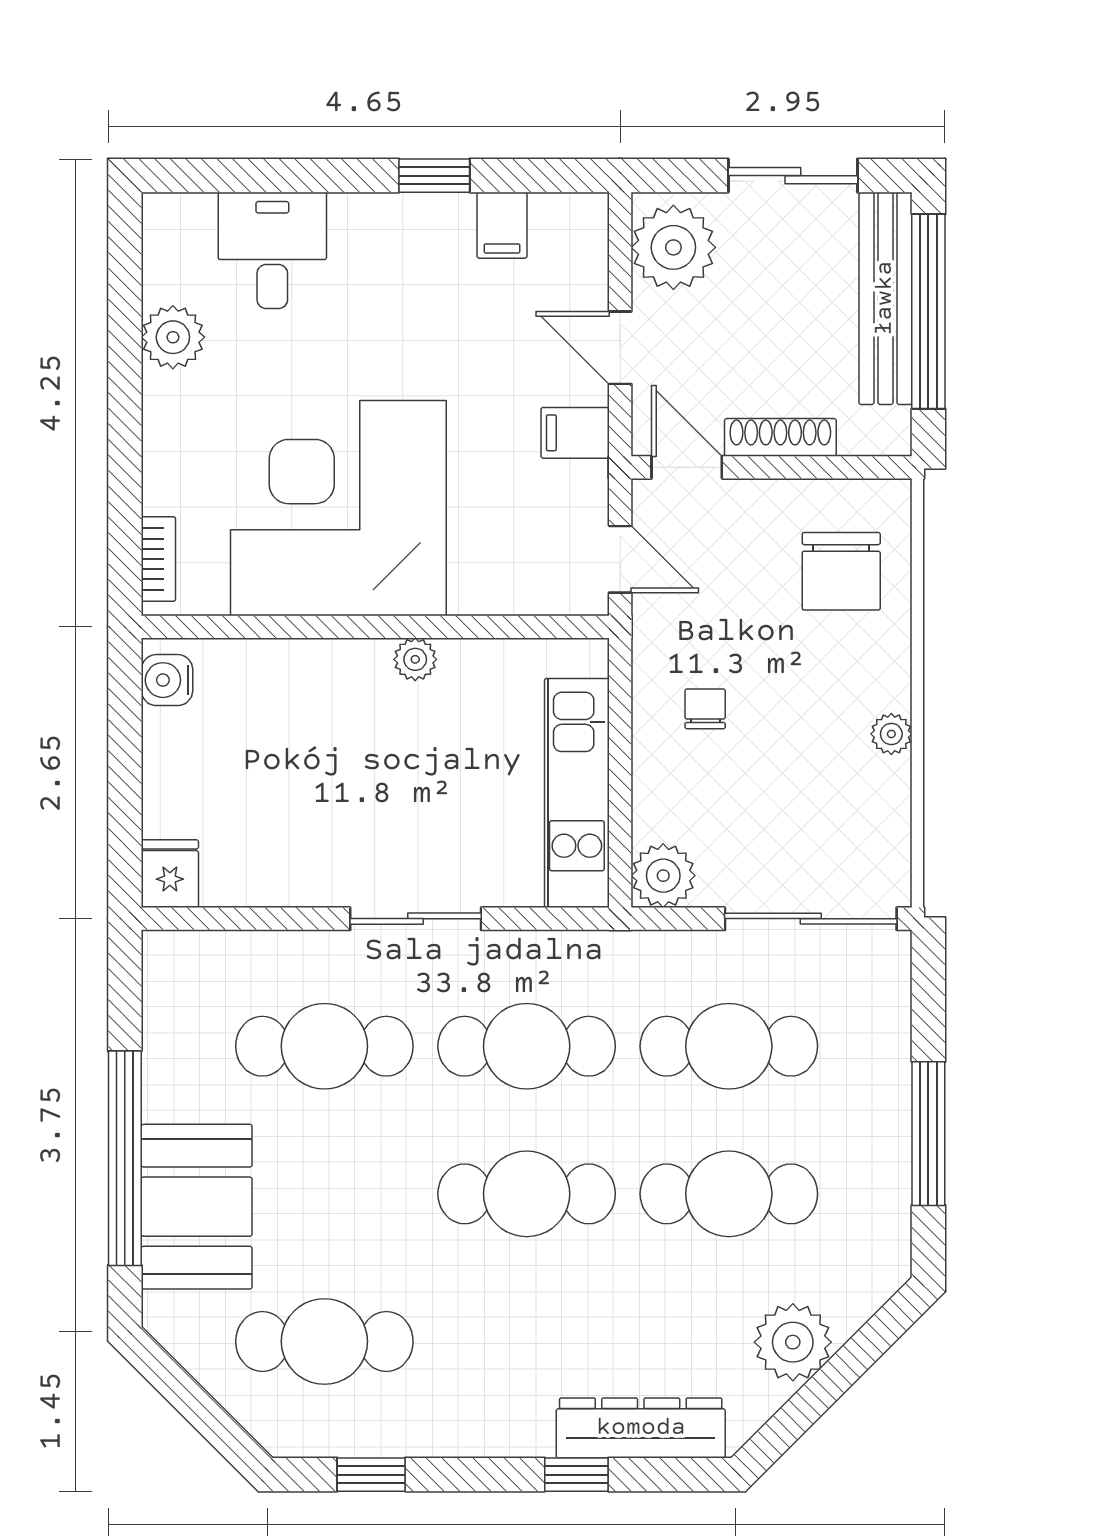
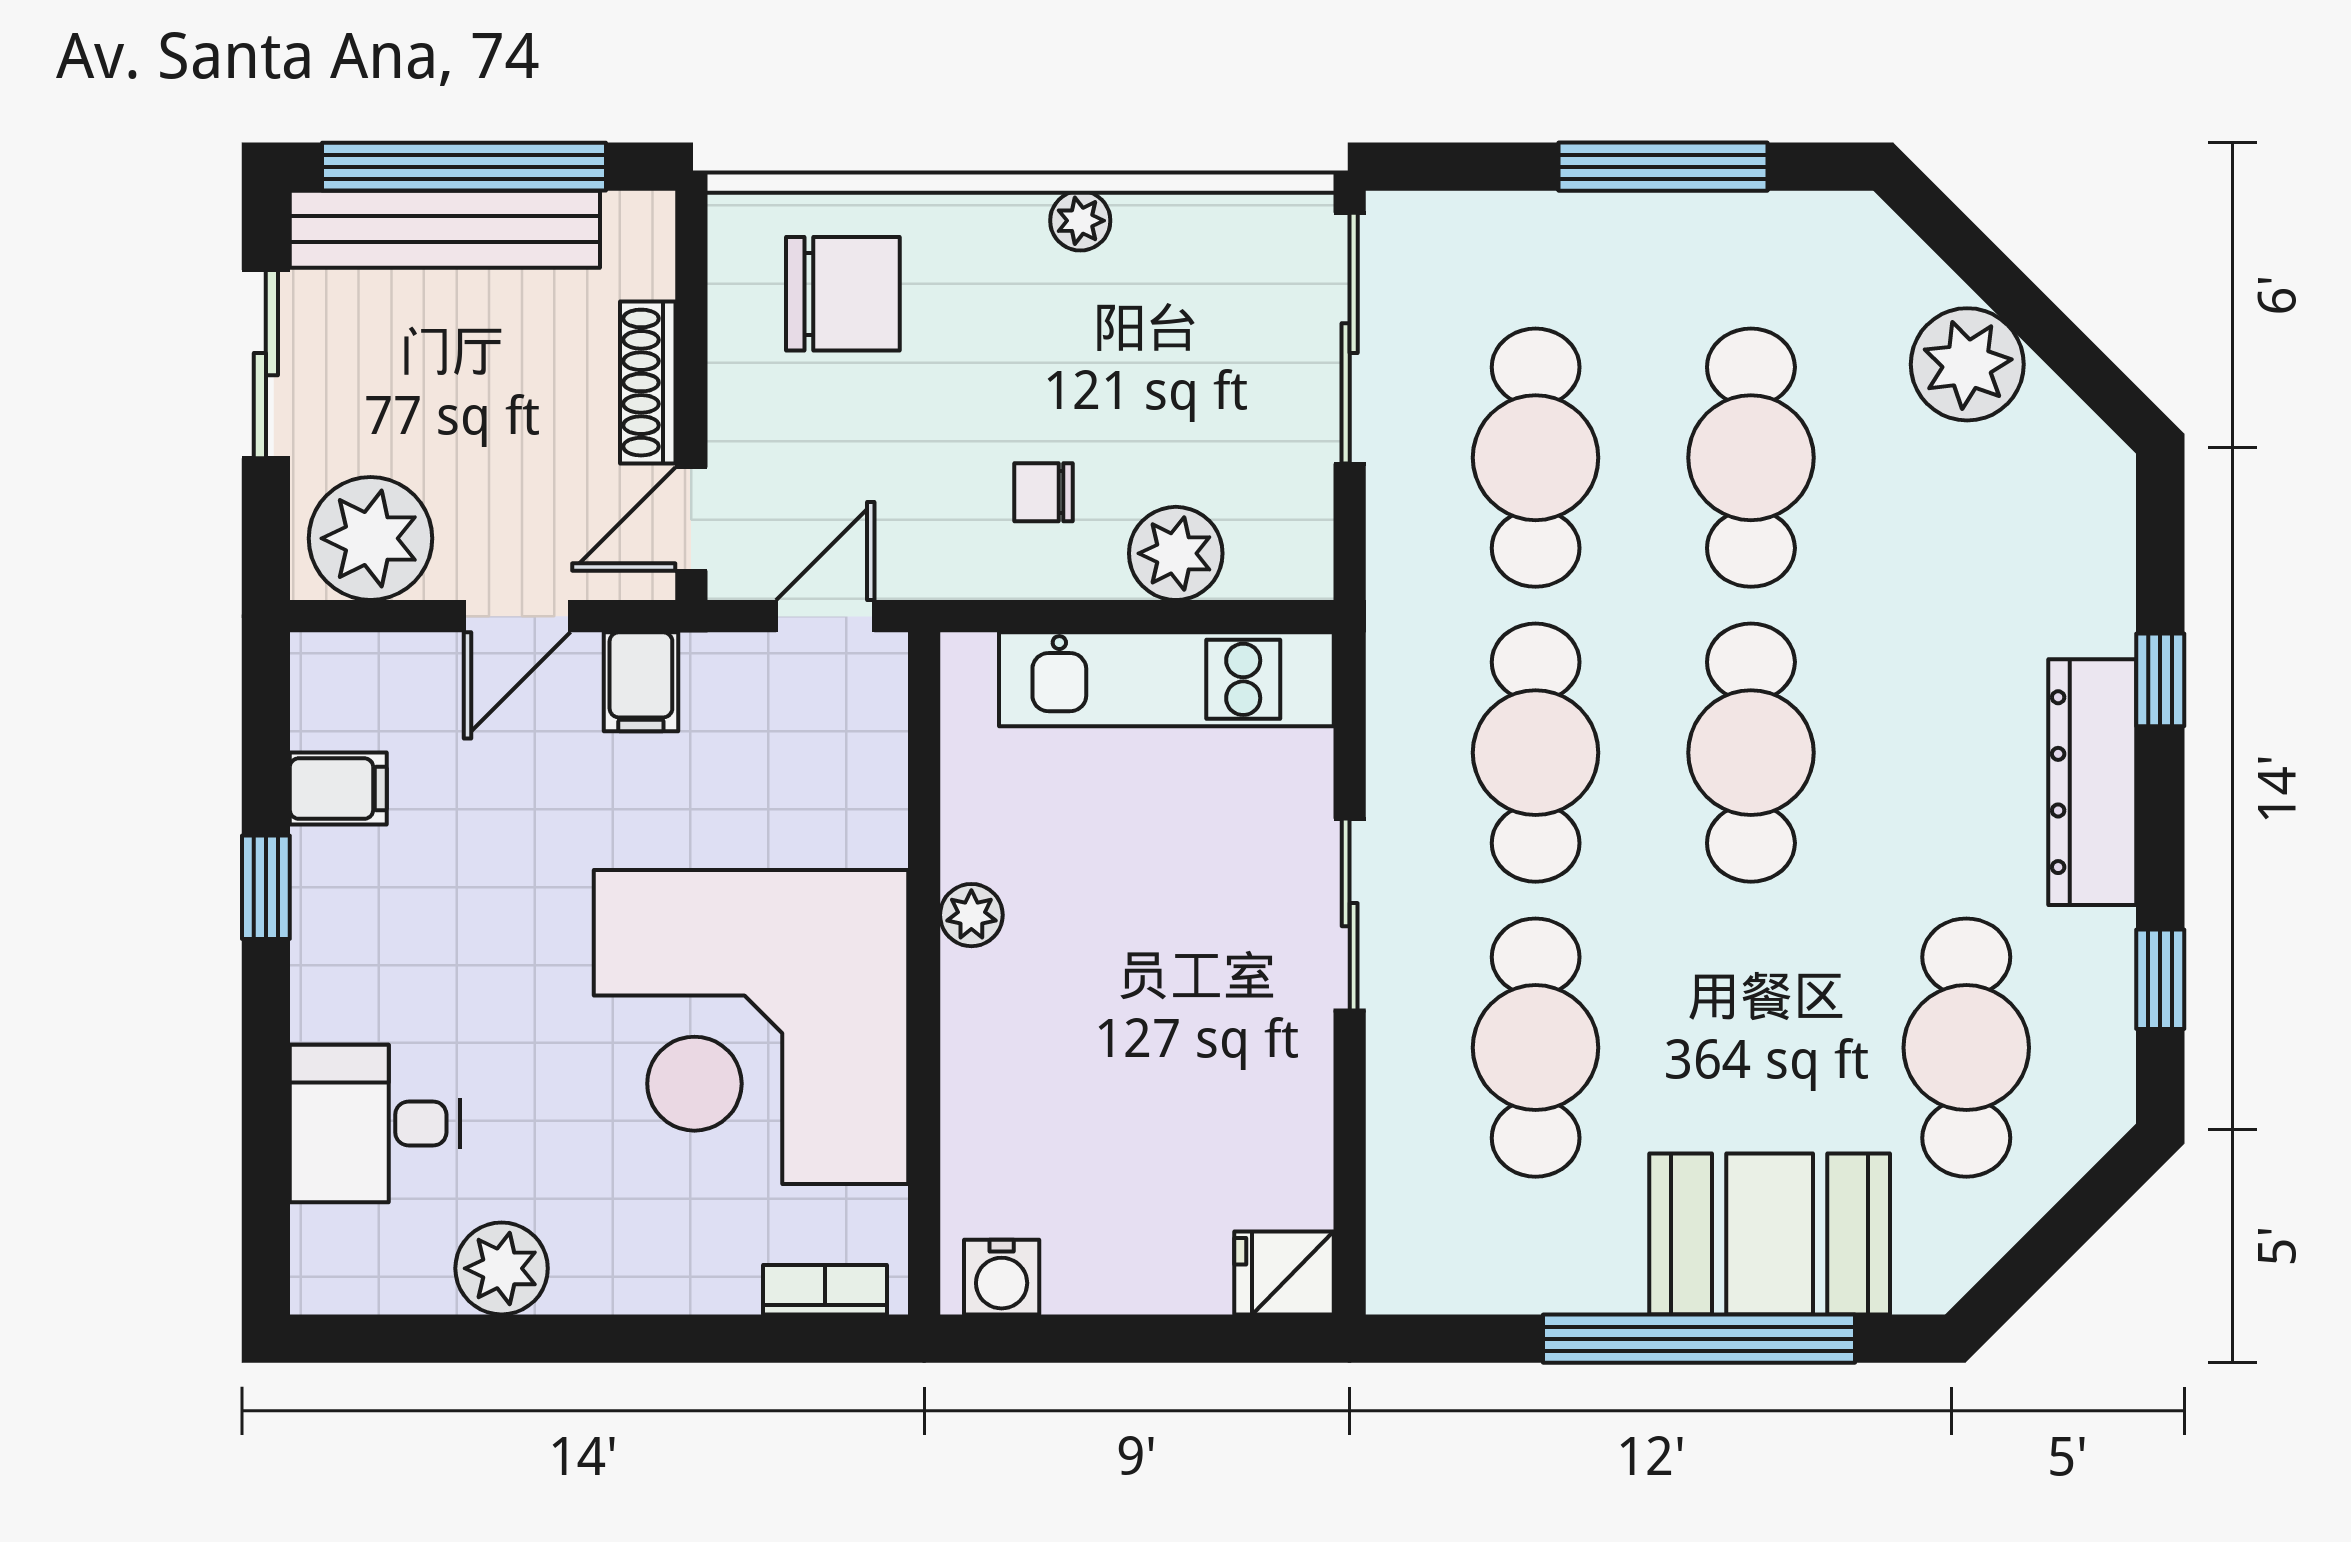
plant: (663, 876) -> (1176, 553), moved
dresser: (641, 1428) -> (2092, 782), moved

